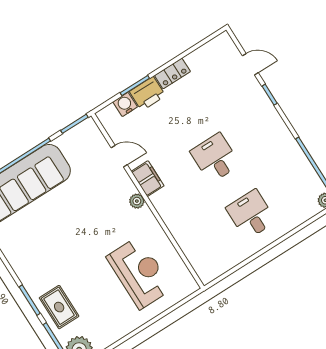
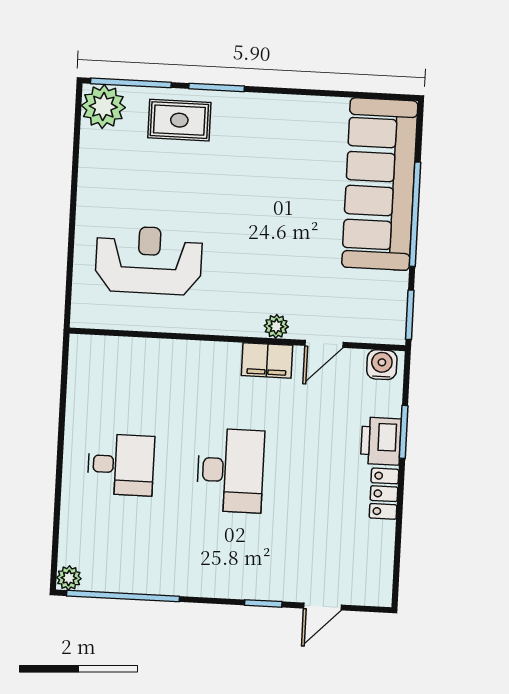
water cooler: (125, 104) -> (382, 365), moved, turned -90
desk: (215, 158) -> (230, 470), width x1.37
plant: (137, 201) -> (276, 326), moved
reception desk: (139, 273) -> (149, 260), turned 180

